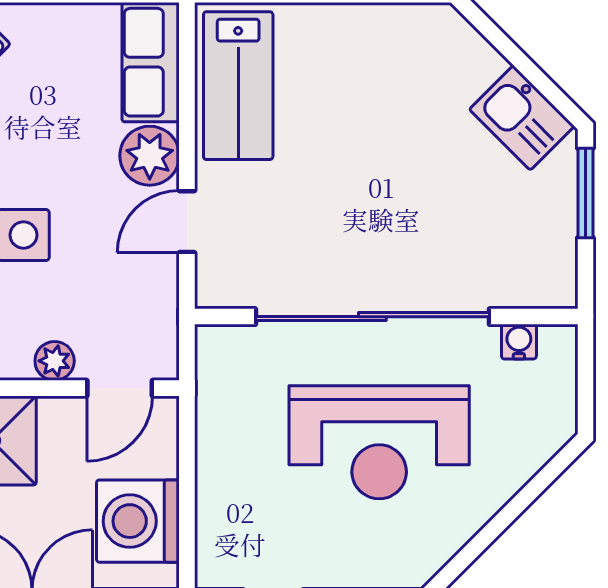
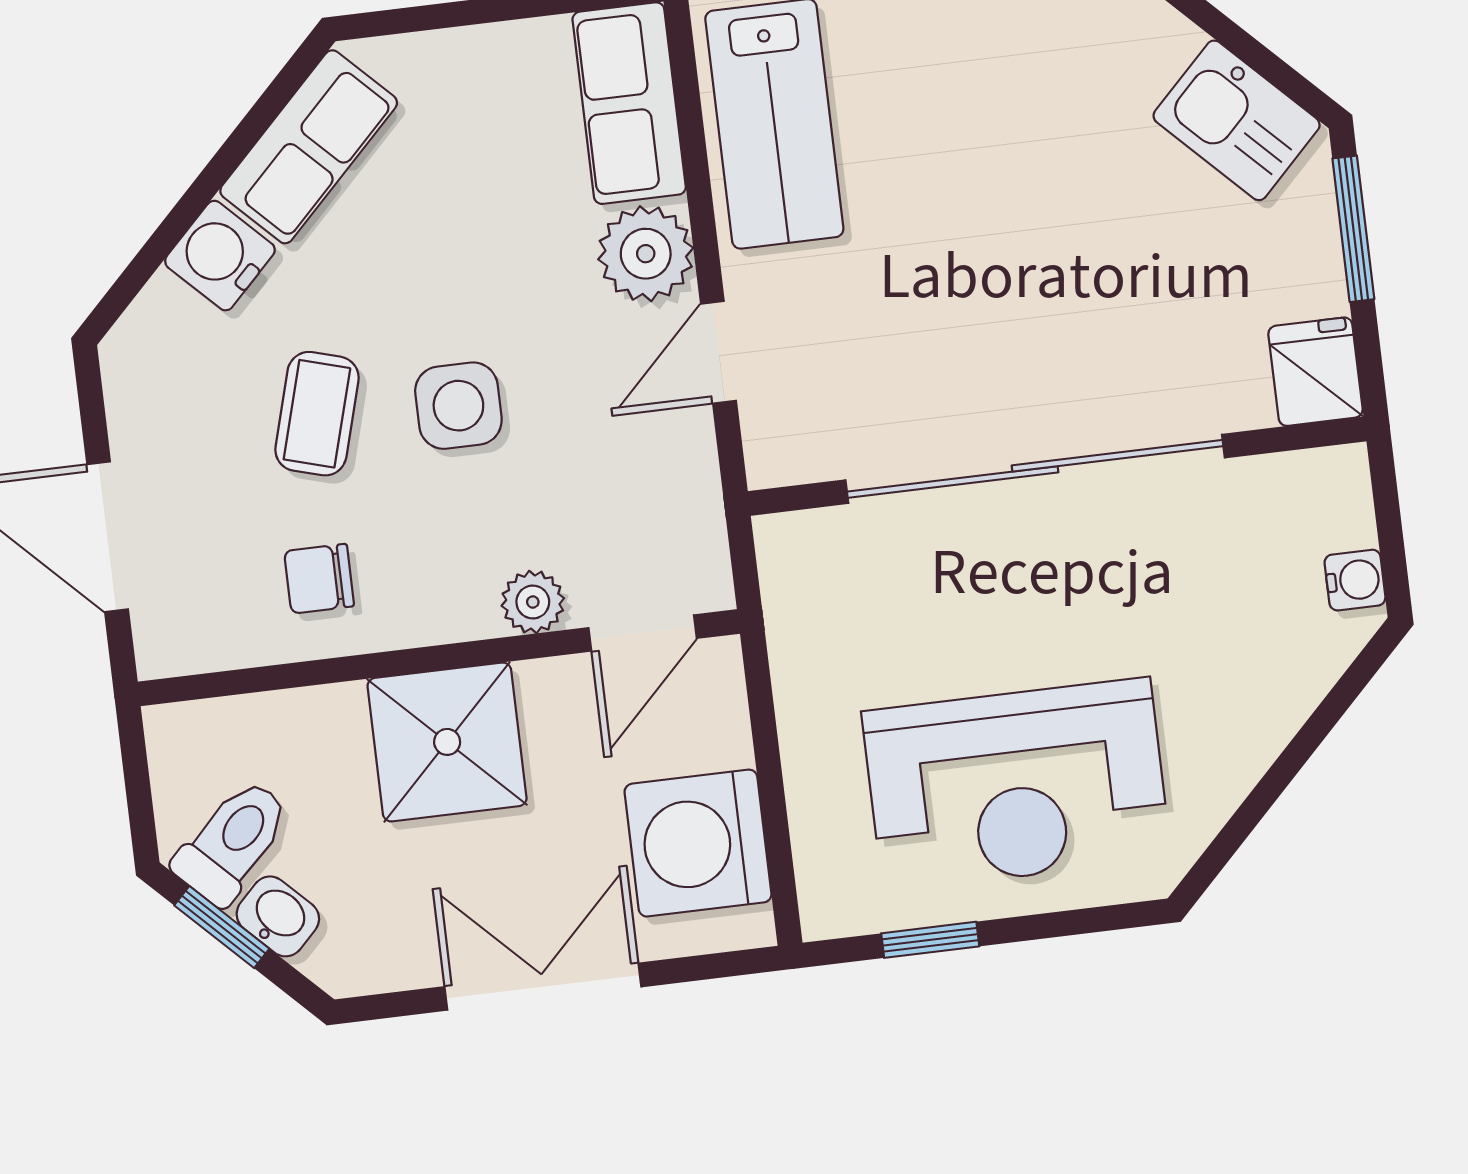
fridge: (552, 278) -> (1316, 372), added
water cooler: (519, 342) -> (1355, 580), moved, turned 90
reception desk: (379, 442) -> (1016, 785), moved

